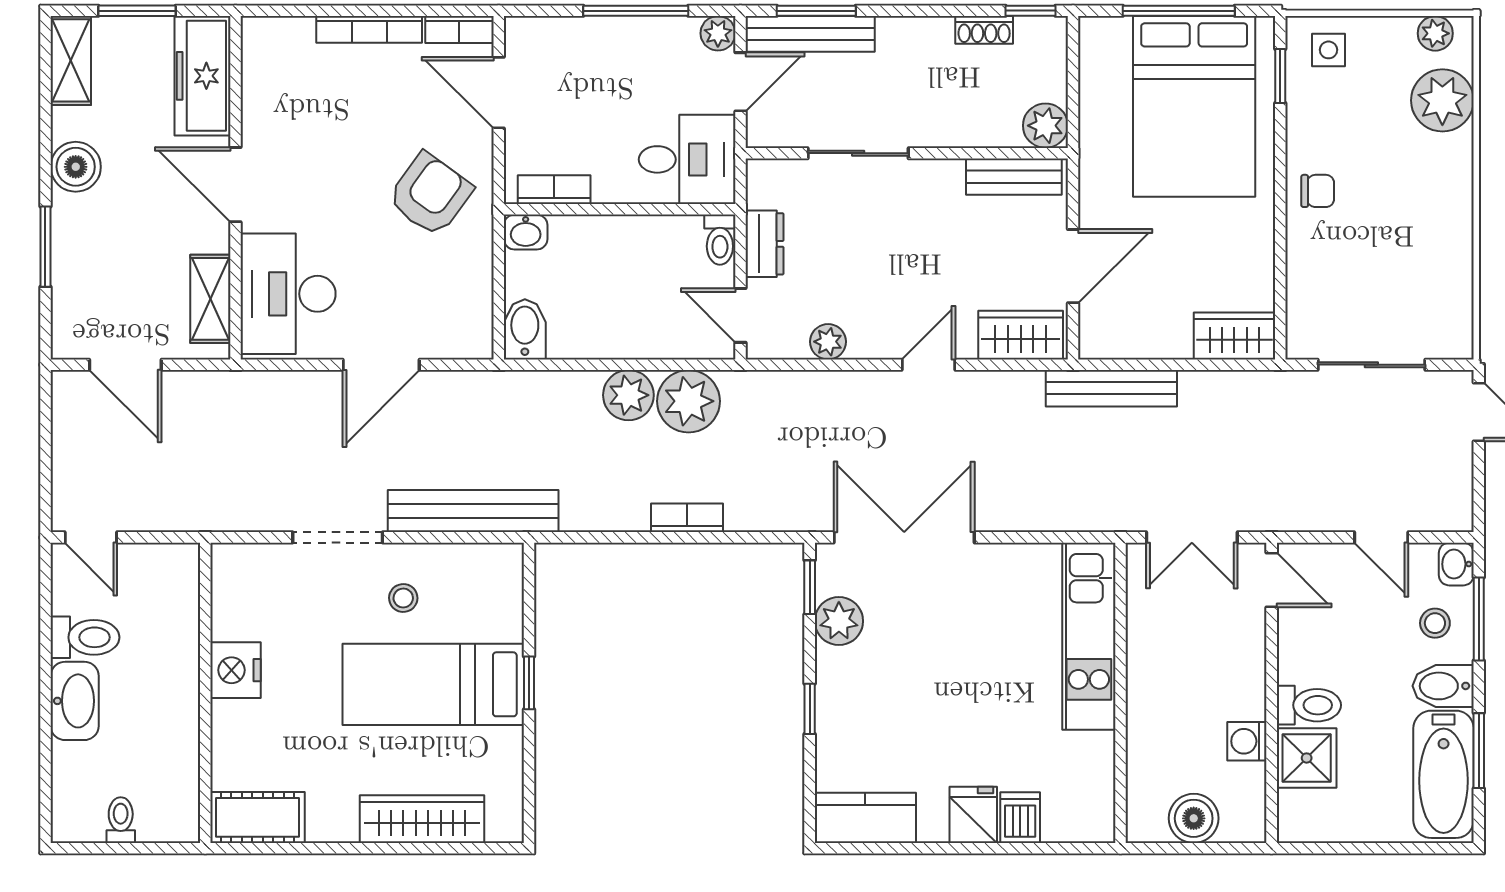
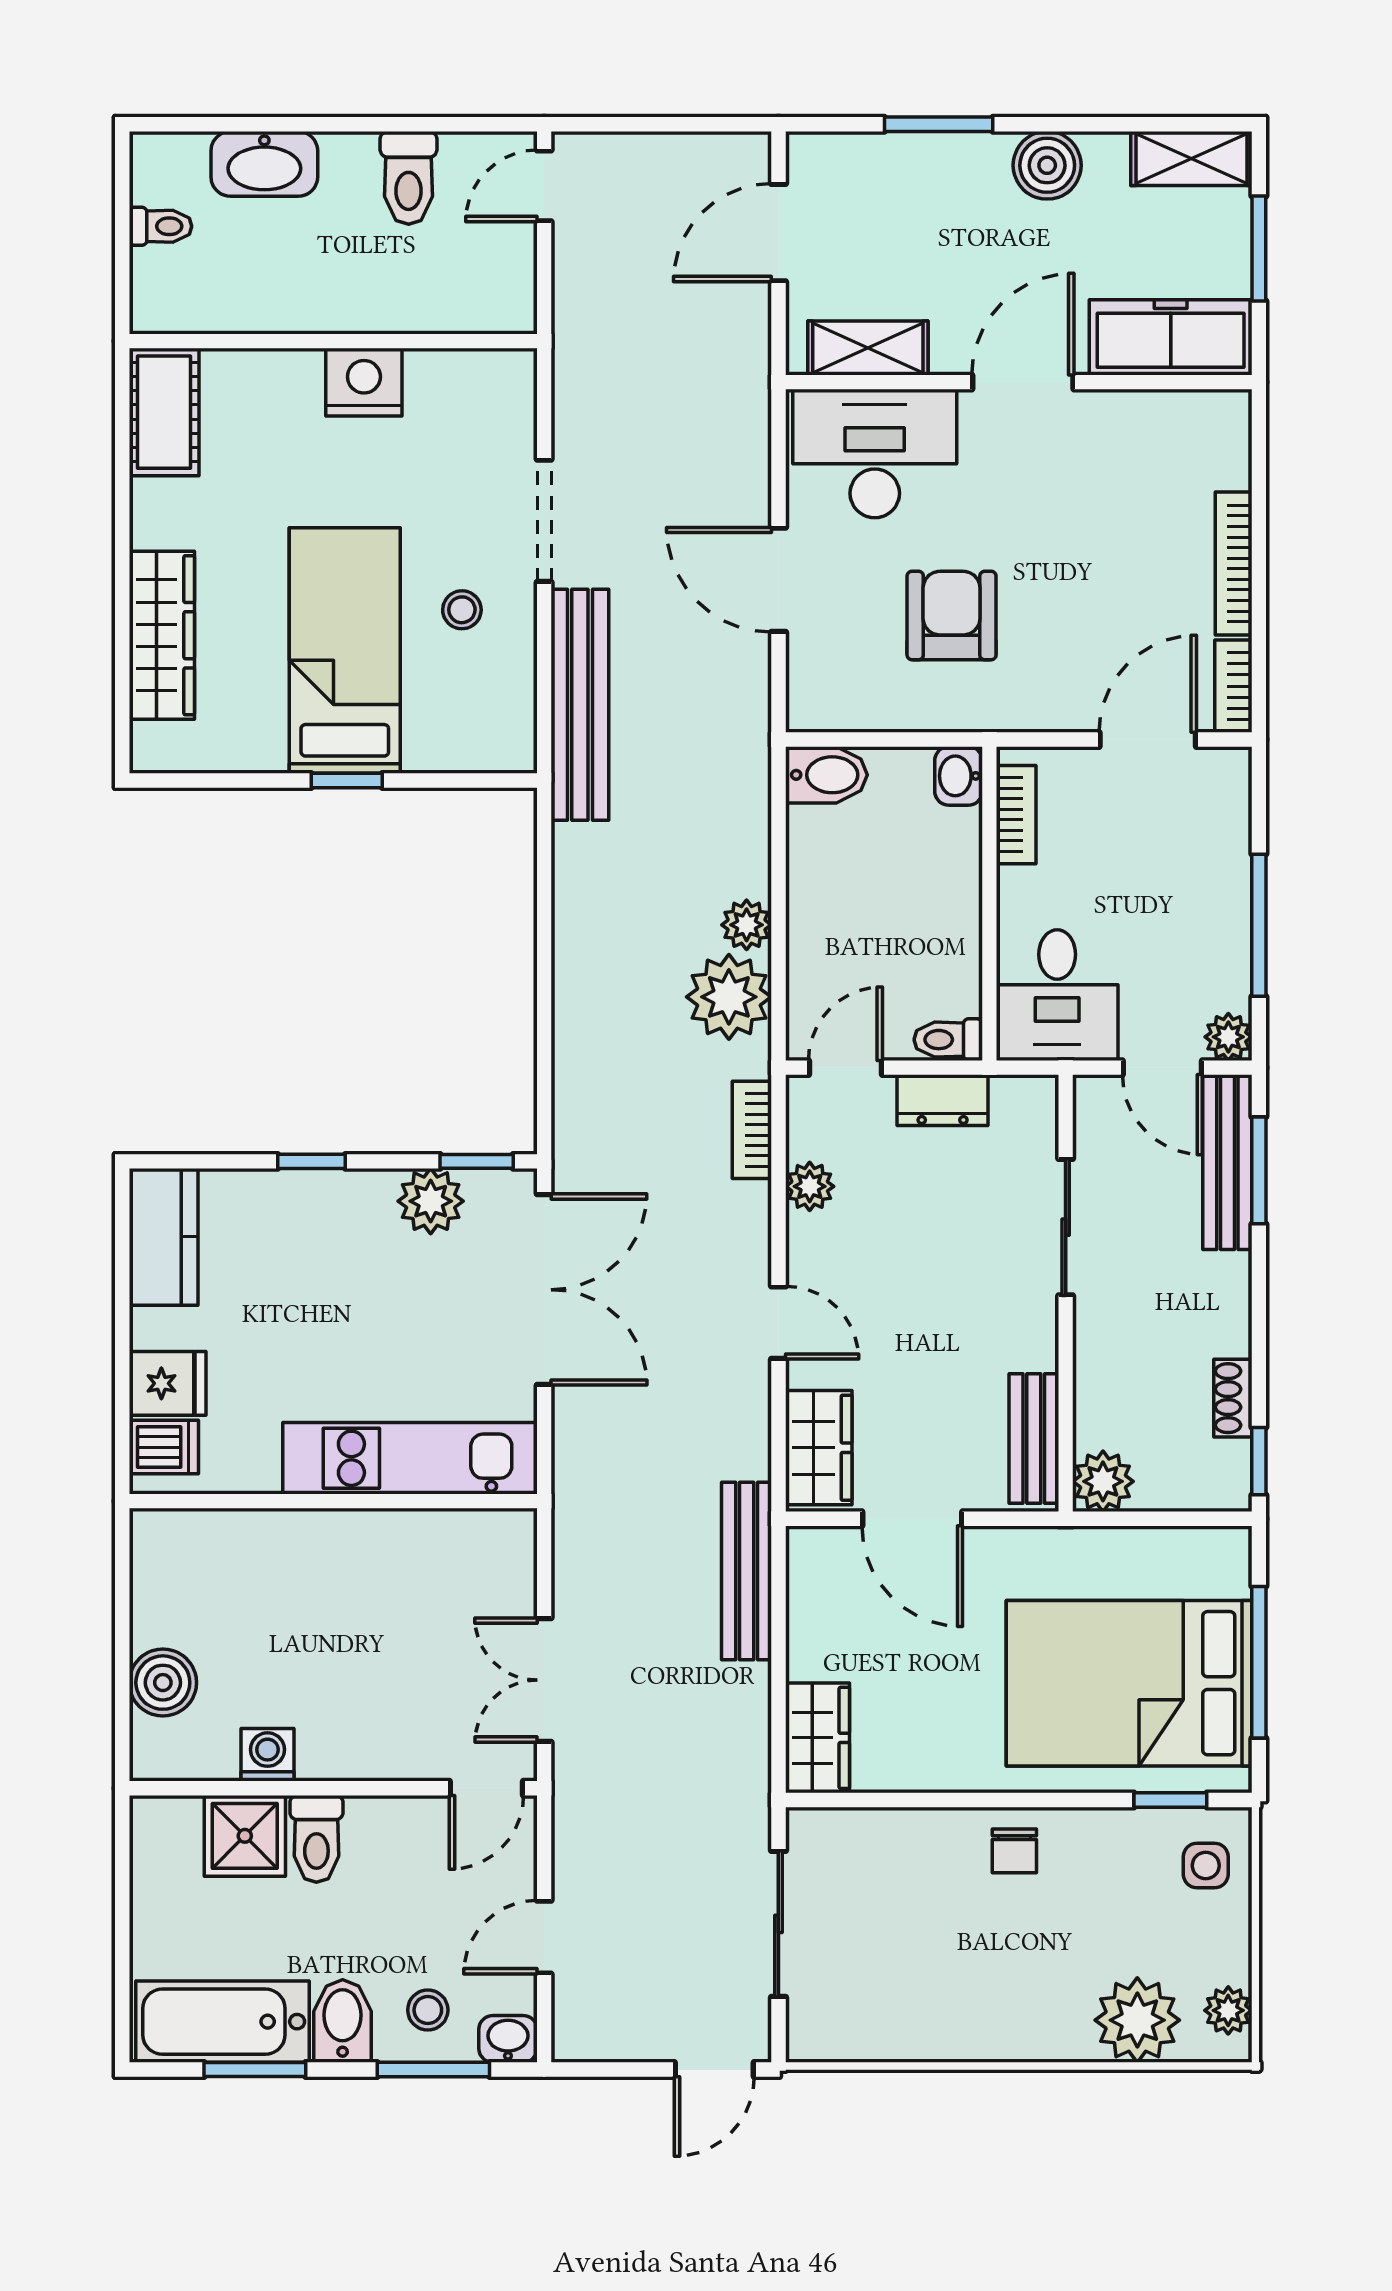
armchair: (430, 194) -> (952, 616), moved, turned -126
plant: (628, 395) -> (747, 925), width x0.73, depth x0.73
bookcase: (687, 518) -> (752, 1130), moved, turned 180
kitchen unit: (1089, 636) -> (410, 1458), moved
wall: (1120, 693) -> (333, 1501), moved
washbasin: (75, 701) -> (264, 164), moved

